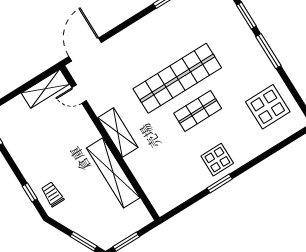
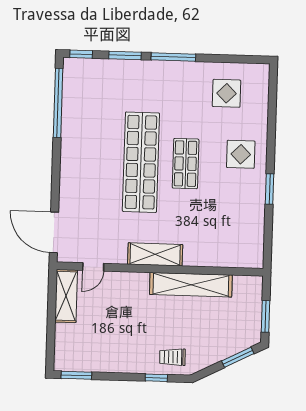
display table: (268, 107) -> (226, 93), width x0.73, depth x0.73
display table: (217, 160) -> (241, 154), moved

